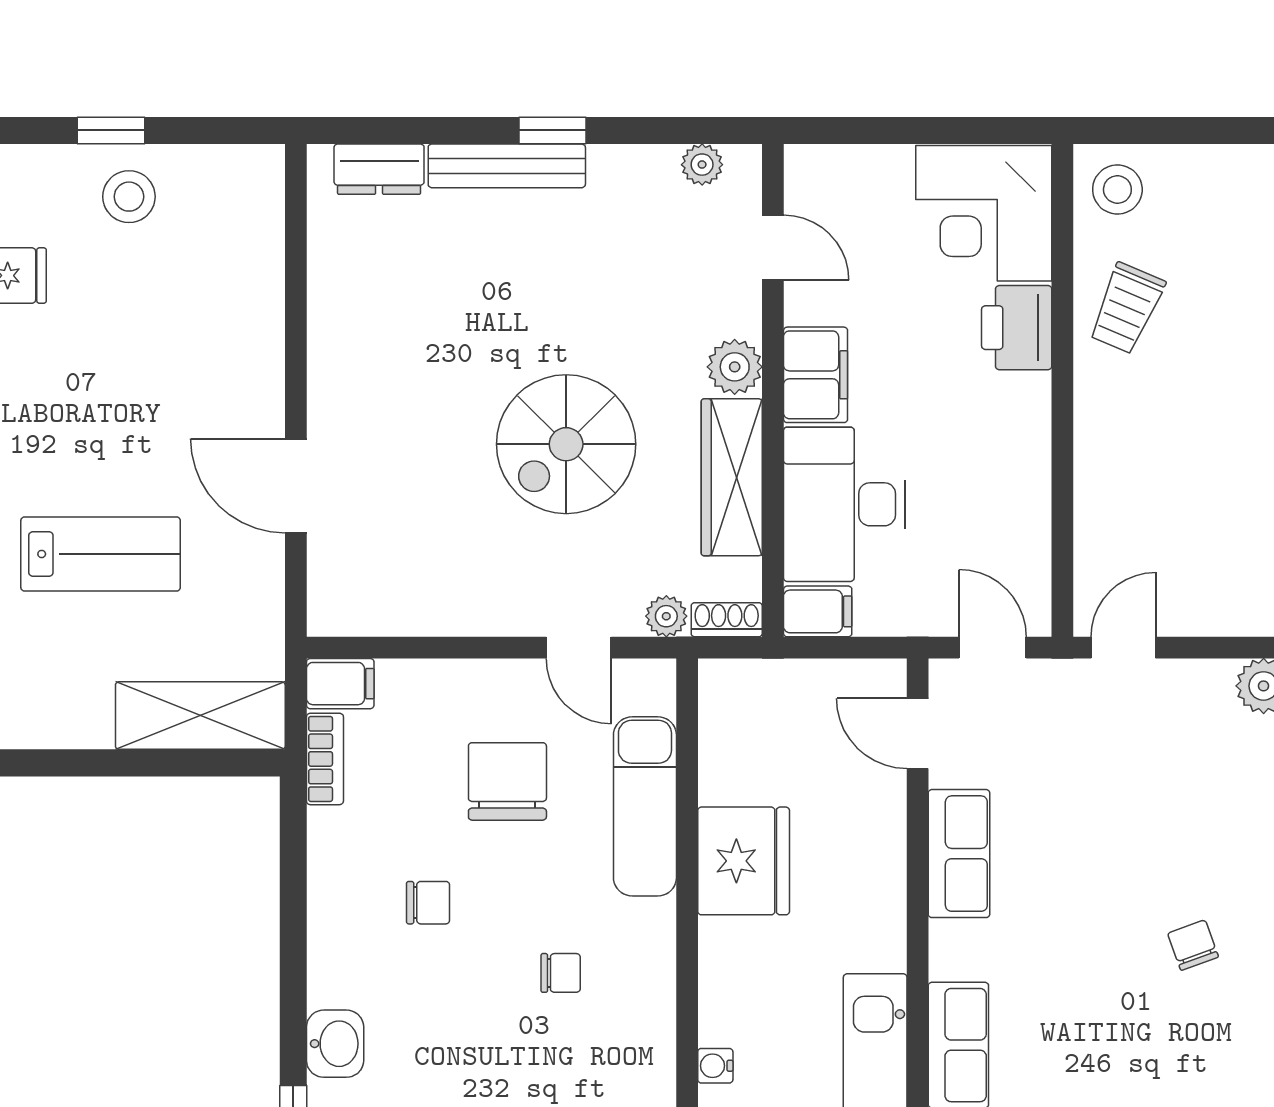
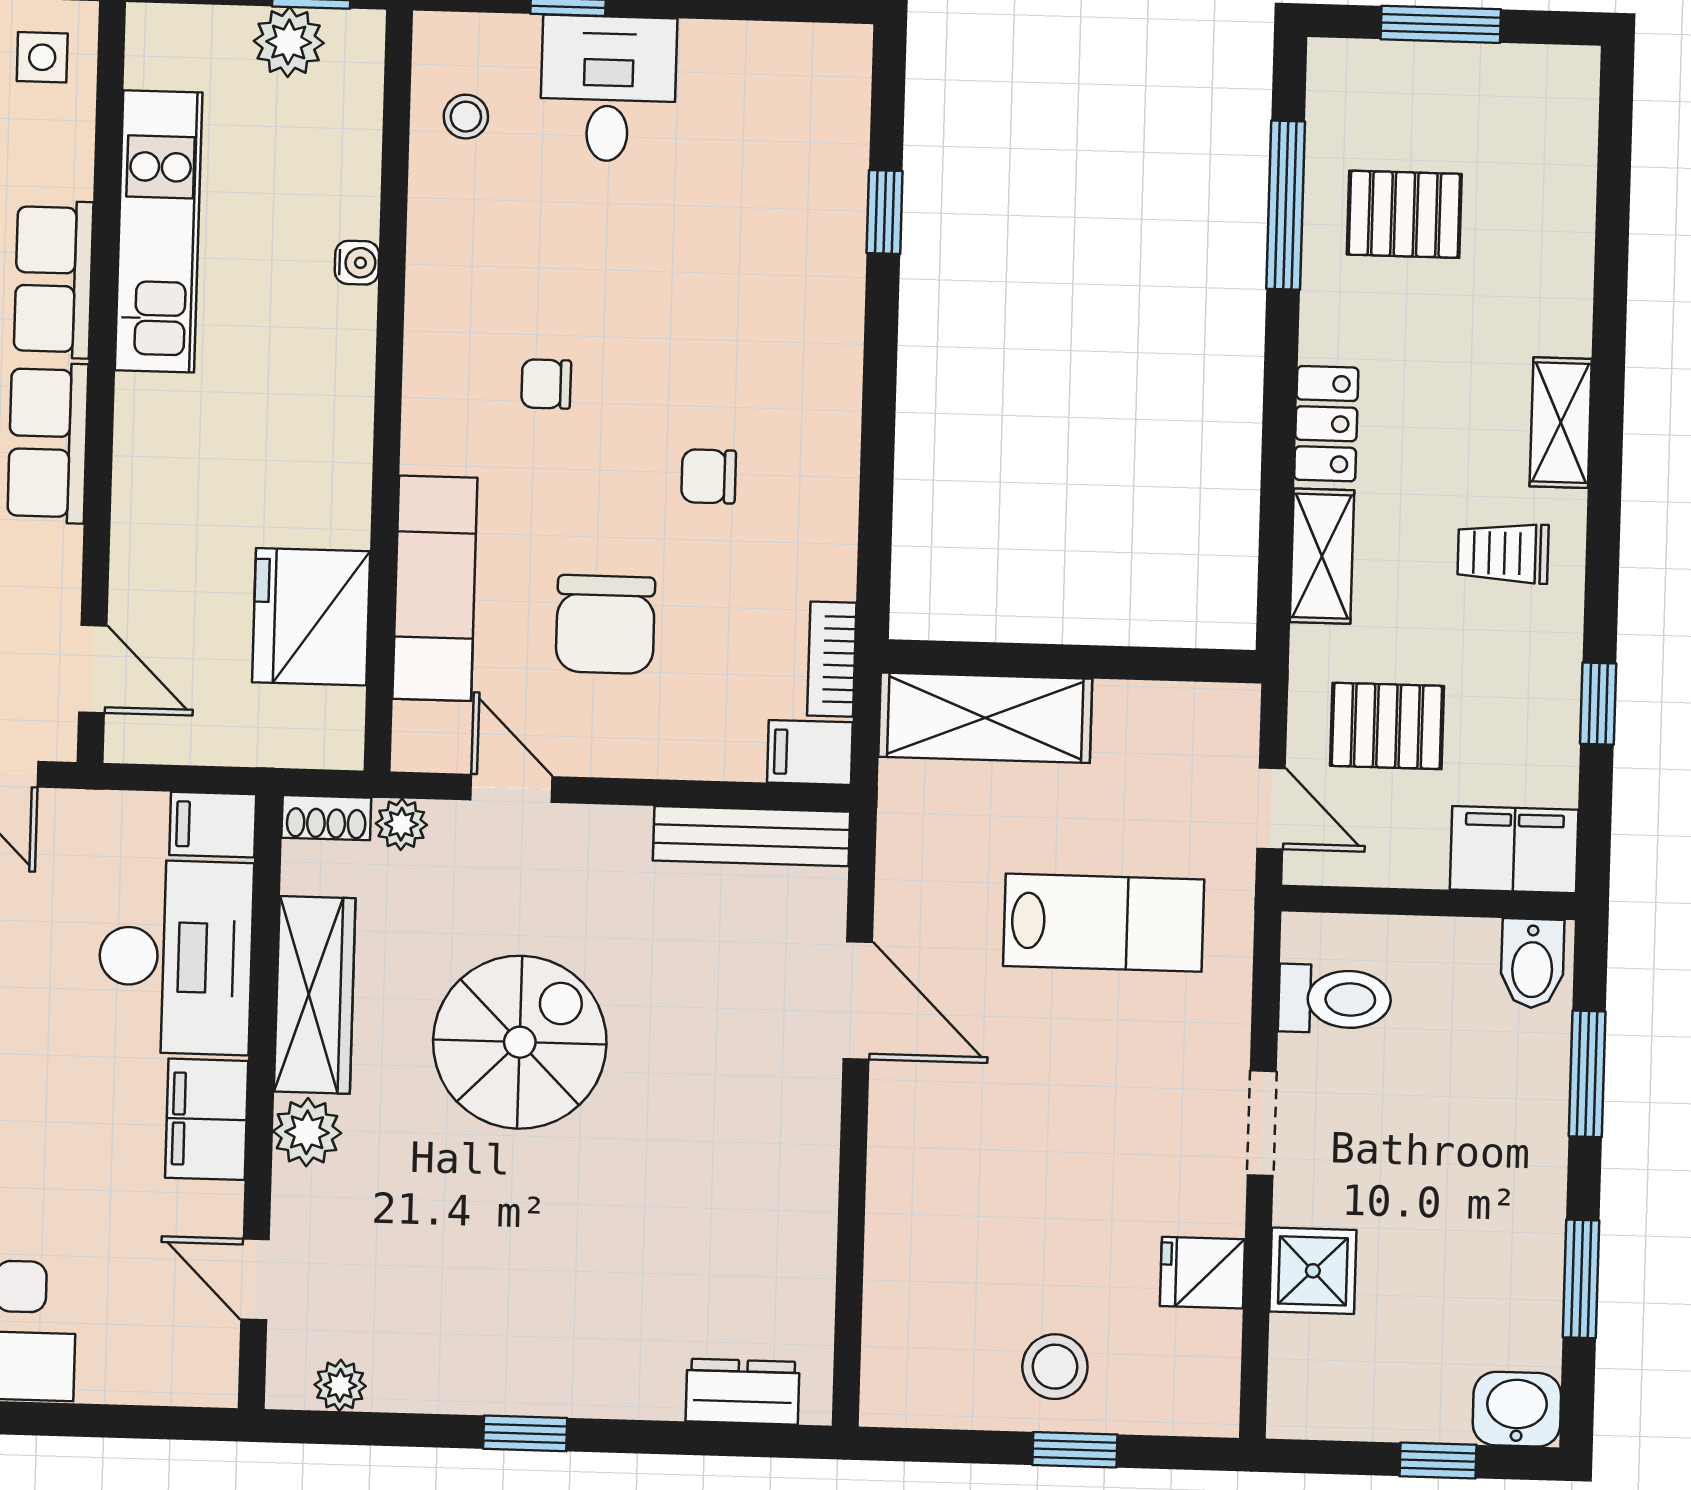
bench: (507, 166) -> (751, 836), moved
lab bench: (101, 554) -> (1104, 923), turned 180
row of seats: (959, 854) -> (48, 443), moved
fridge: (744, 861) -> (311, 617), moved
washbasin: (335, 1044) -> (830, 304), removed

